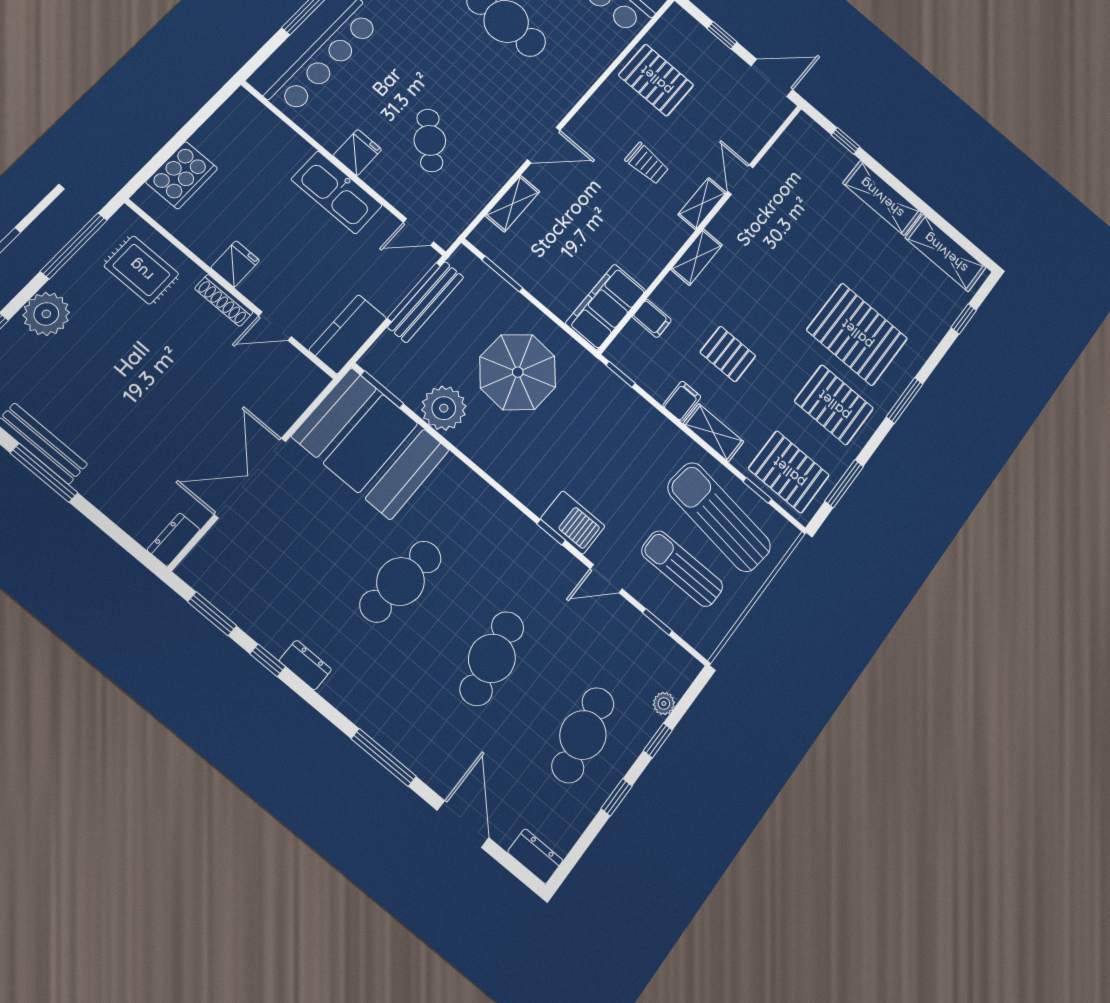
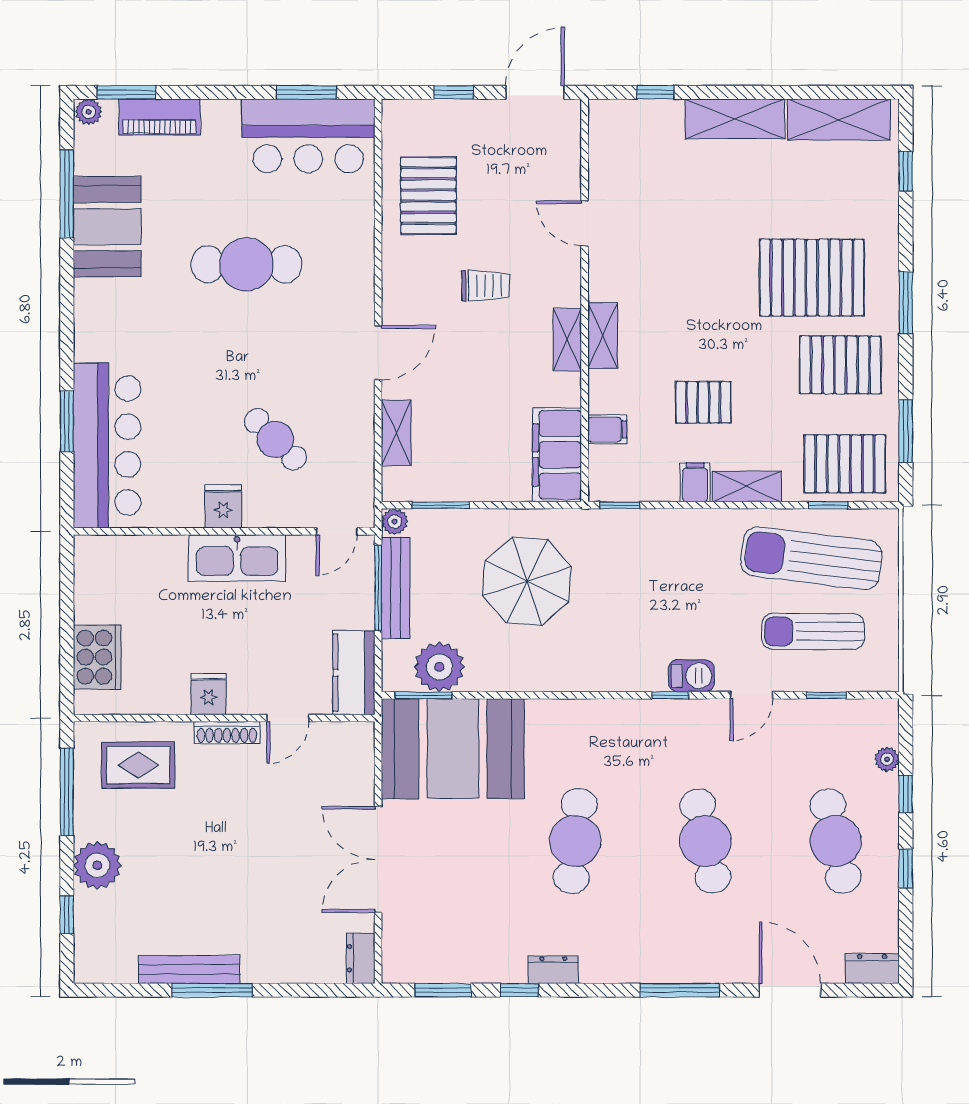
pallet: (656, 80) -> (428, 196), turned 90
shelving: (702, 204) -> (567, 340), moved
plant: (463, 258) -> (395, 522), added
plant: (444, 408) -> (439, 667), moved
barbecue: (573, 522) -> (691, 676), width x0.73, depth x0.79

